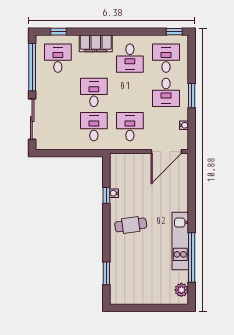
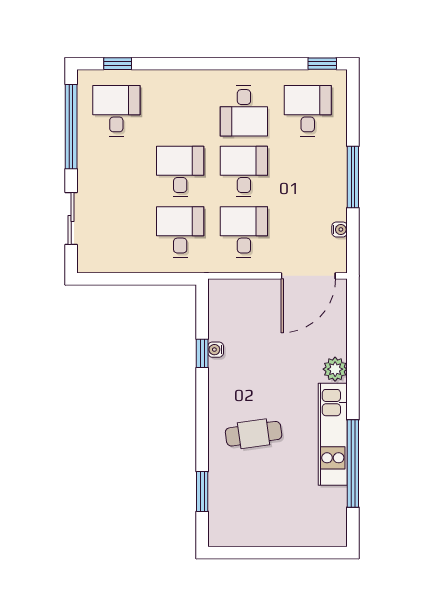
filing cabinet: (96, 43) -> (183, 84), removed
desk: (166, 92) -> (244, 171), moved, turned 180
window: (192, 96) -> (353, 177), width x1.44
sliding door: (32, 119) -> (71, 219), width x0.73
cafe table: (131, 225) -> (254, 434), moved
plant: (181, 290) -> (335, 369), moved

